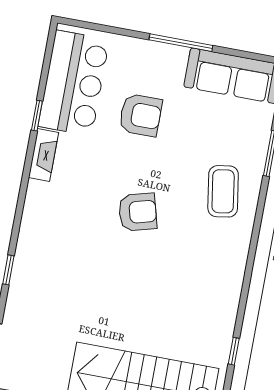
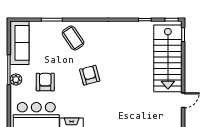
plant: (157, 54) -> (16, 80), added
coffee table: (223, 191) -> (73, 38), turned 65

